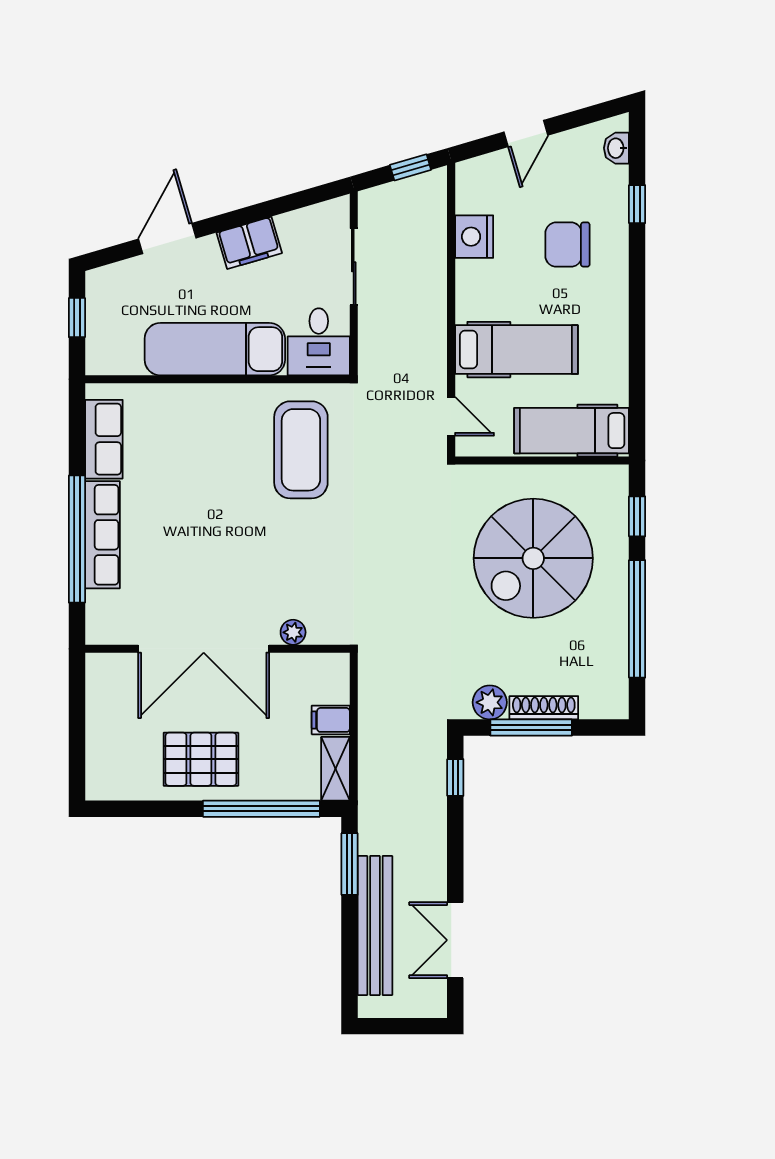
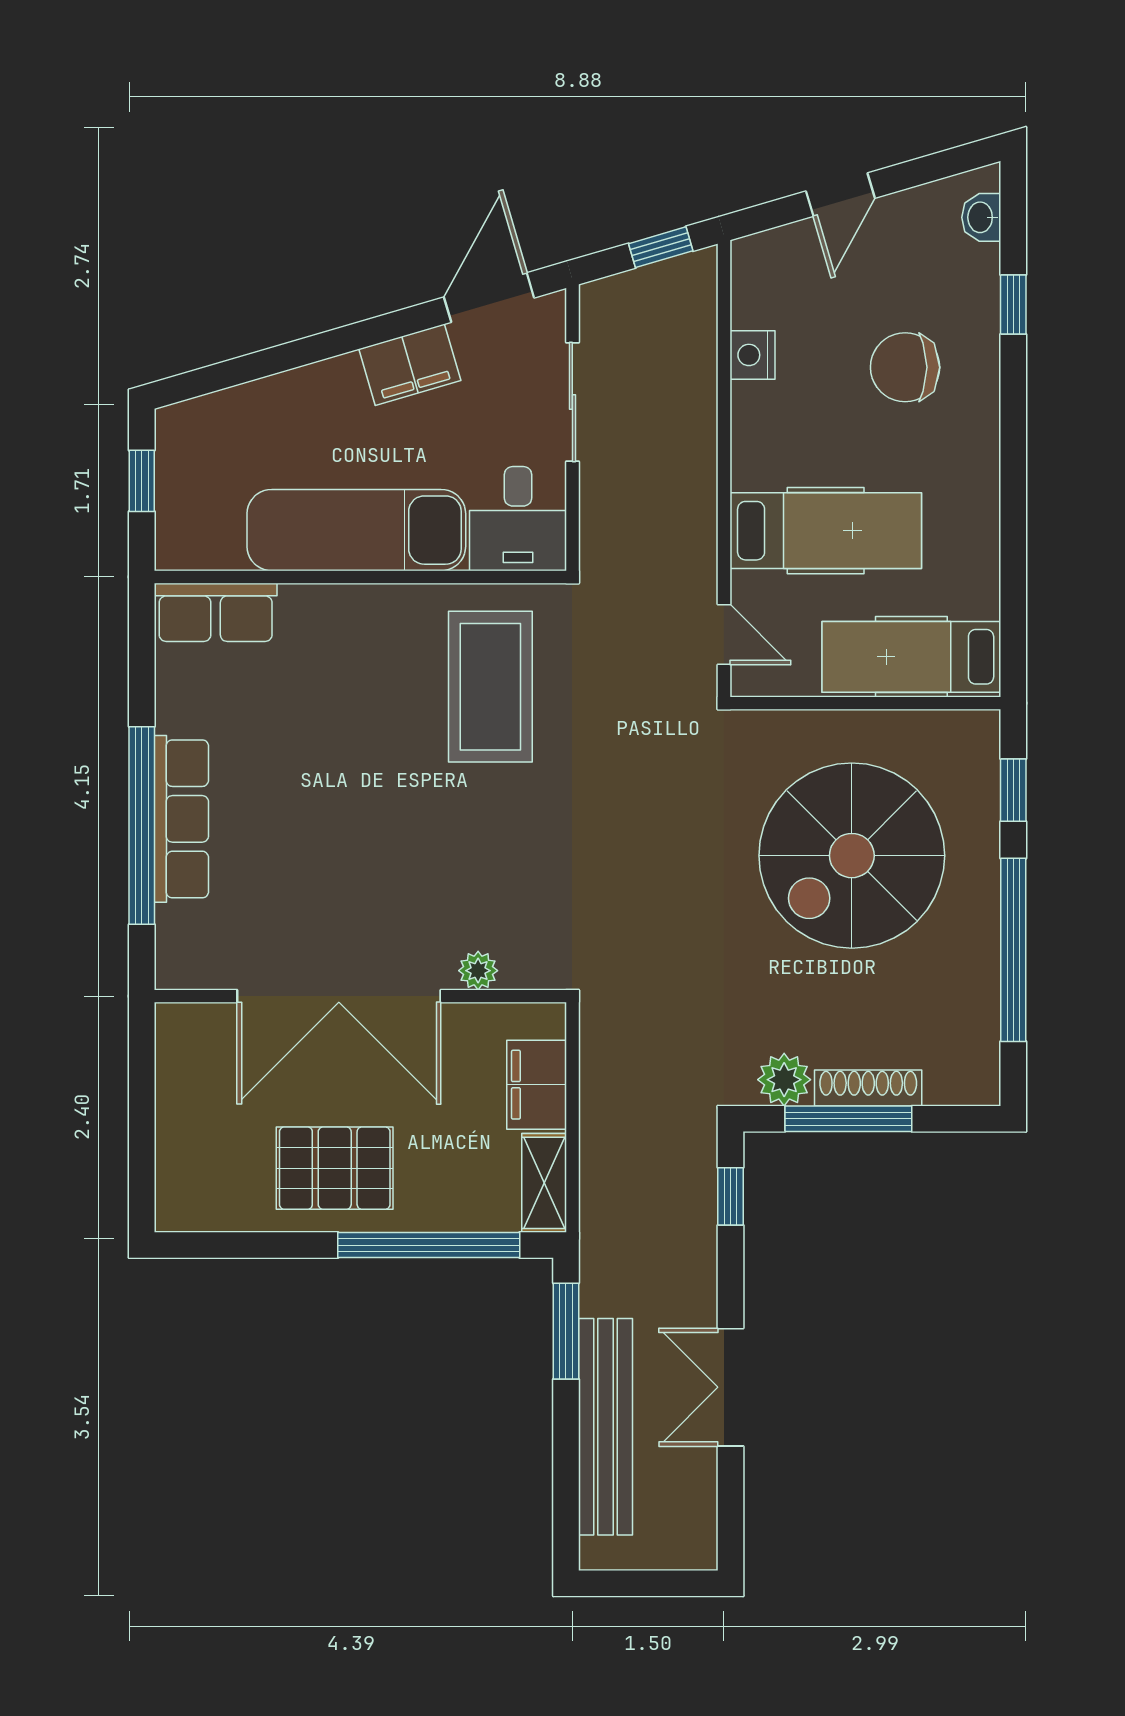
nightstand: (474, 237) -> (752, 355), width x0.74, depth x0.75
door: (167, 239) -> (489, 297), moved
row of seats: (104, 439) -> (216, 612), moved, turned 90
filing cabinet: (331, 720) -> (537, 1085), width x2.00
double door: (455, 940) -> (731, 1387), moved

